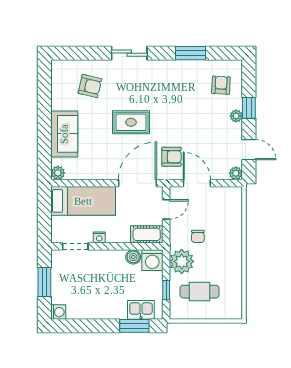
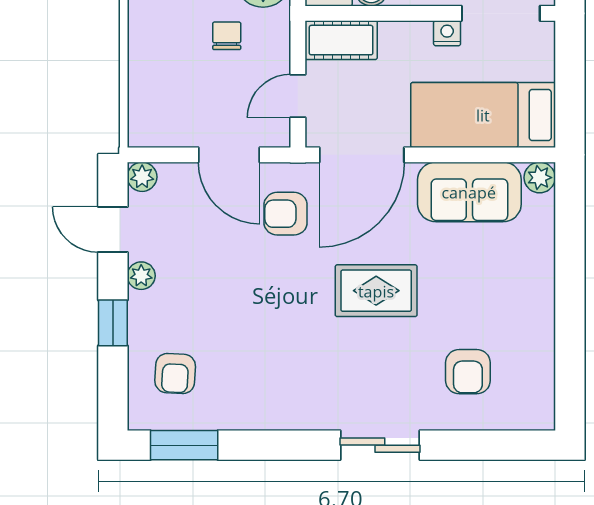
window: (190, 53) -> (184, 445), moved
armchair: (90, 86) -> (468, 372), turned -103
plant: (236, 116) -> (141, 276), moved
sofa: (64, 134) -> (469, 192), moved, turned -90
doorway: (75, 246) -> (501, 13), width x1.38

